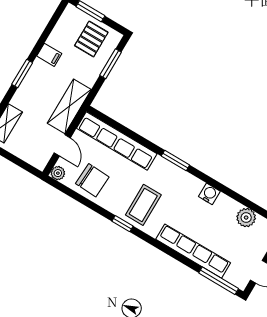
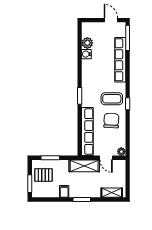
door: (62, 145) -> (106, 158), swing flipped
chair: (92, 180) -> (111, 121), moved
water cooler: (209, 194) -> (86, 54), moved

